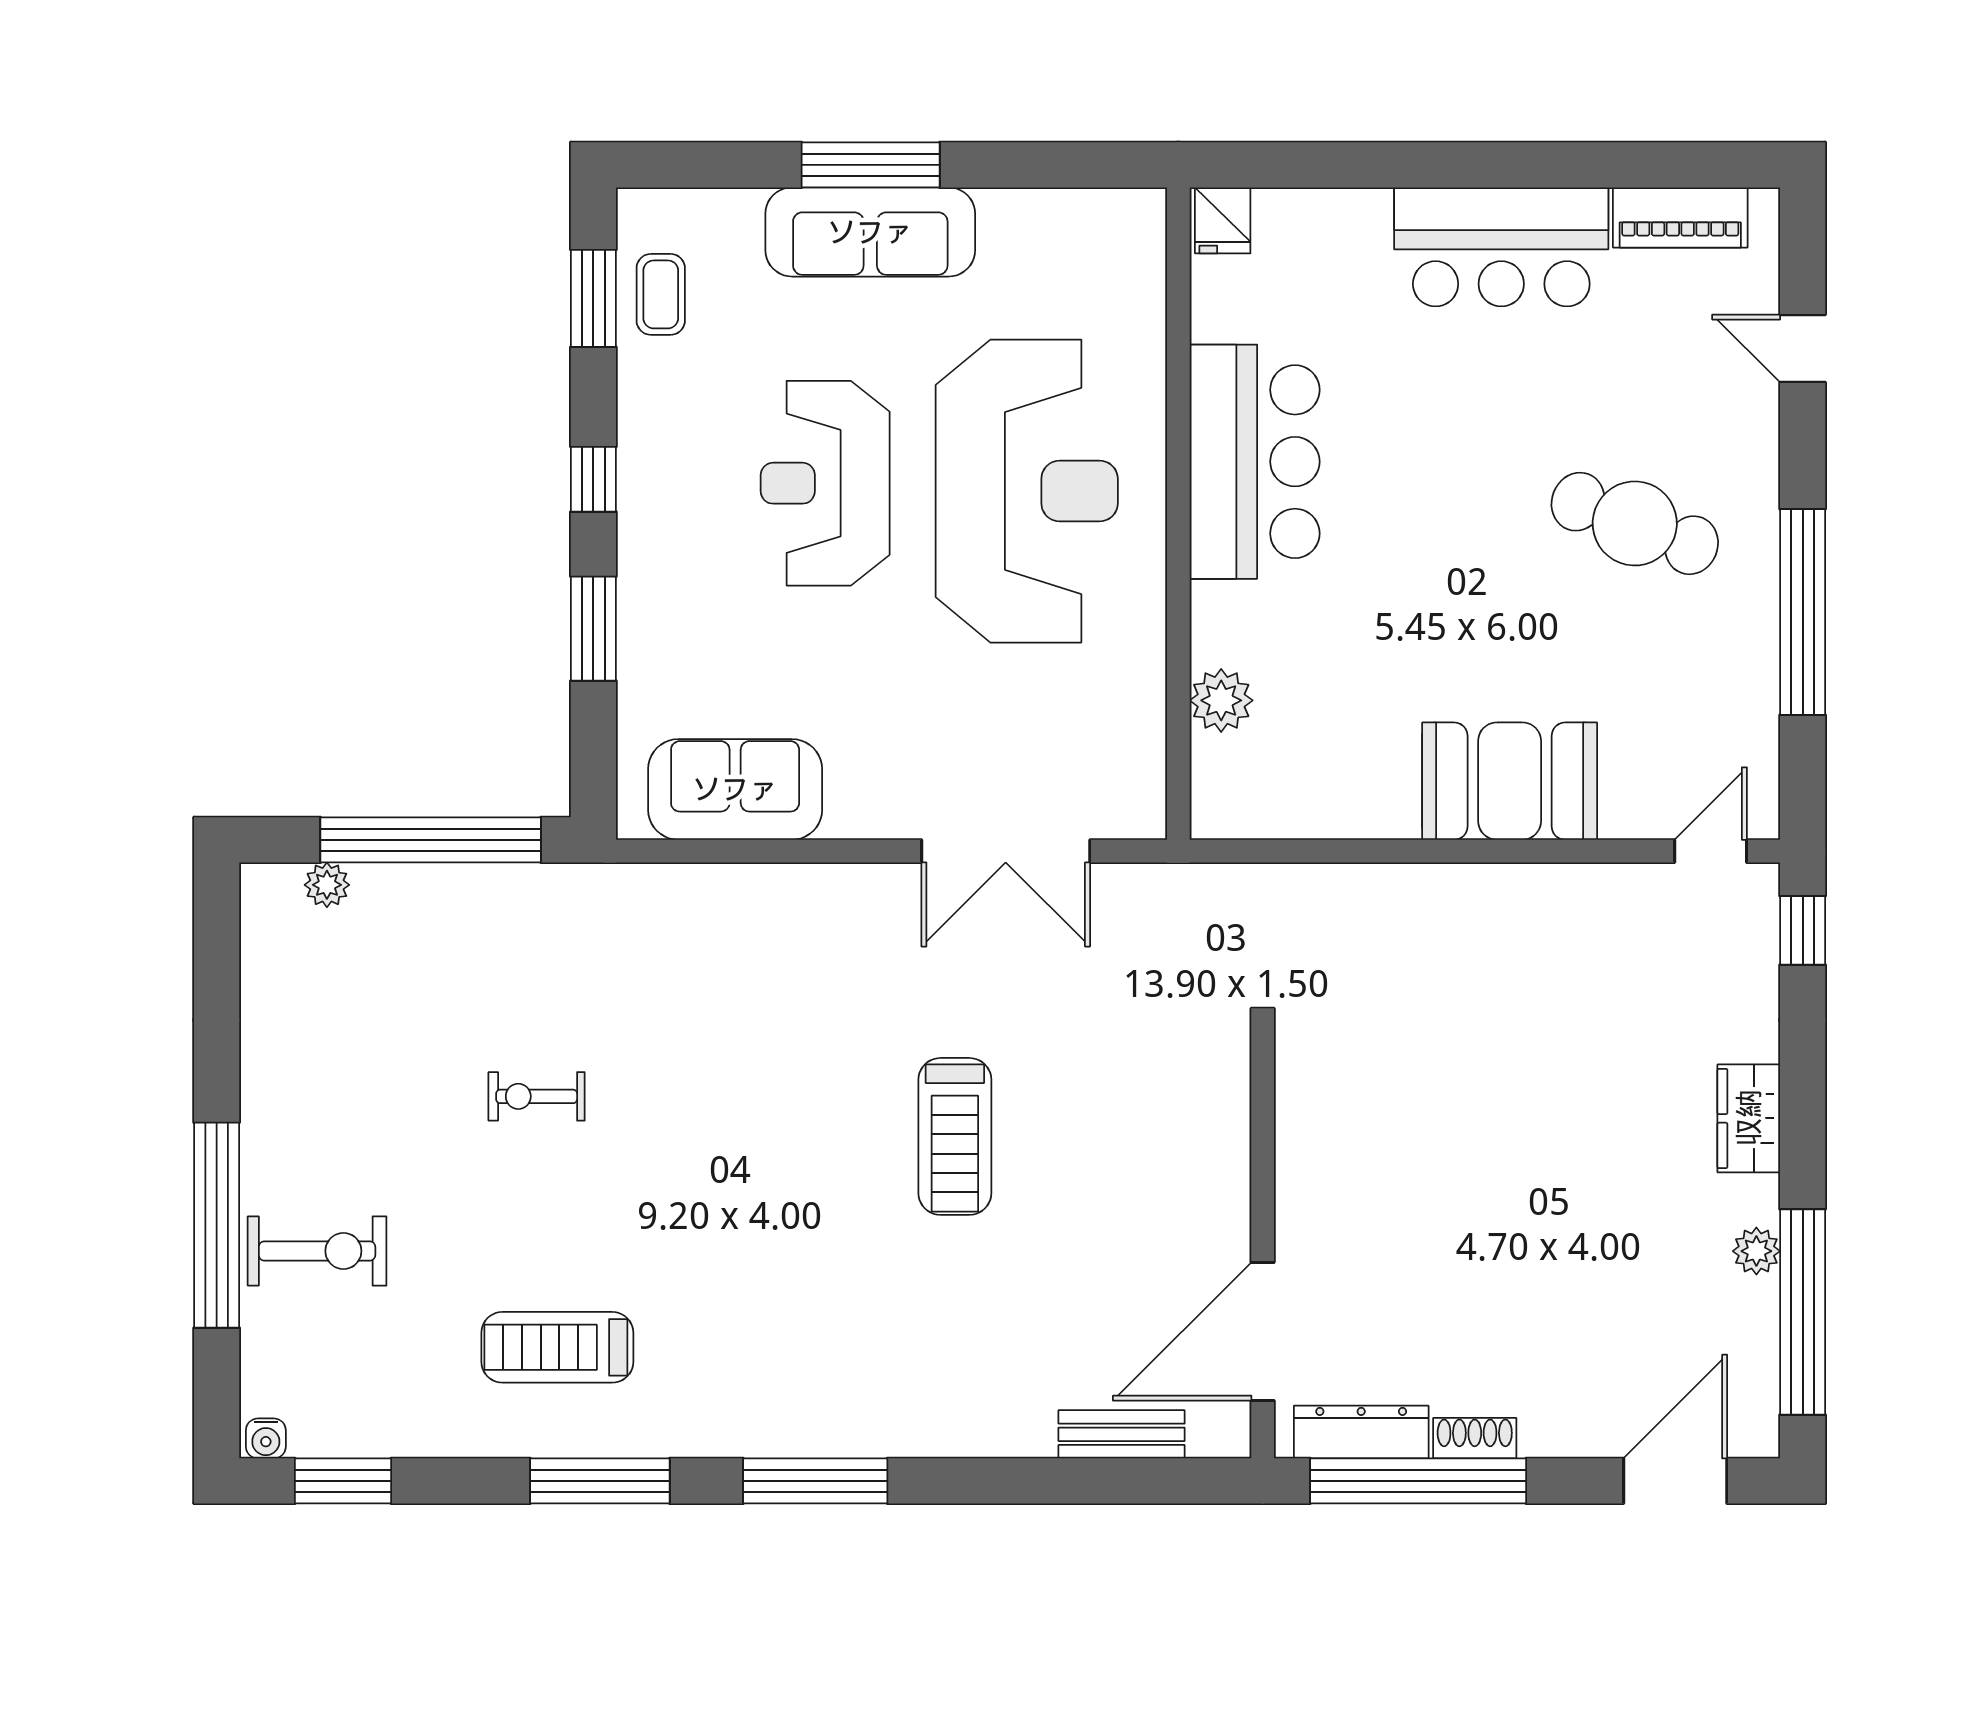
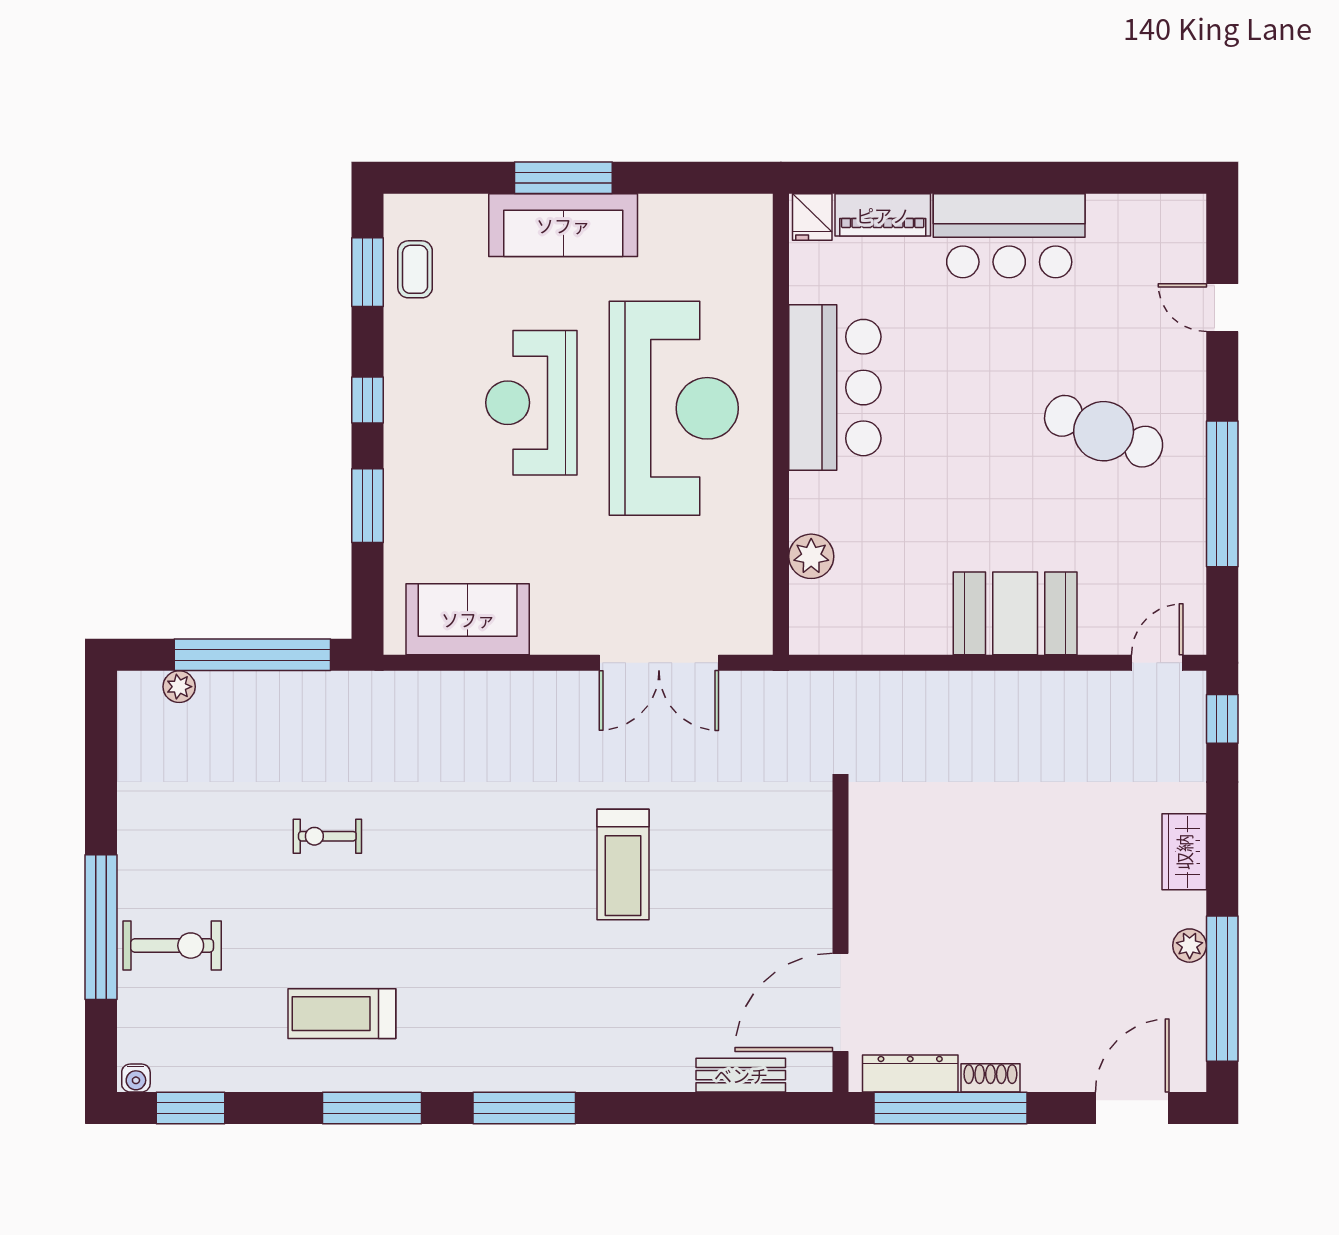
piano: (1680, 217) -> (883, 215), moved

